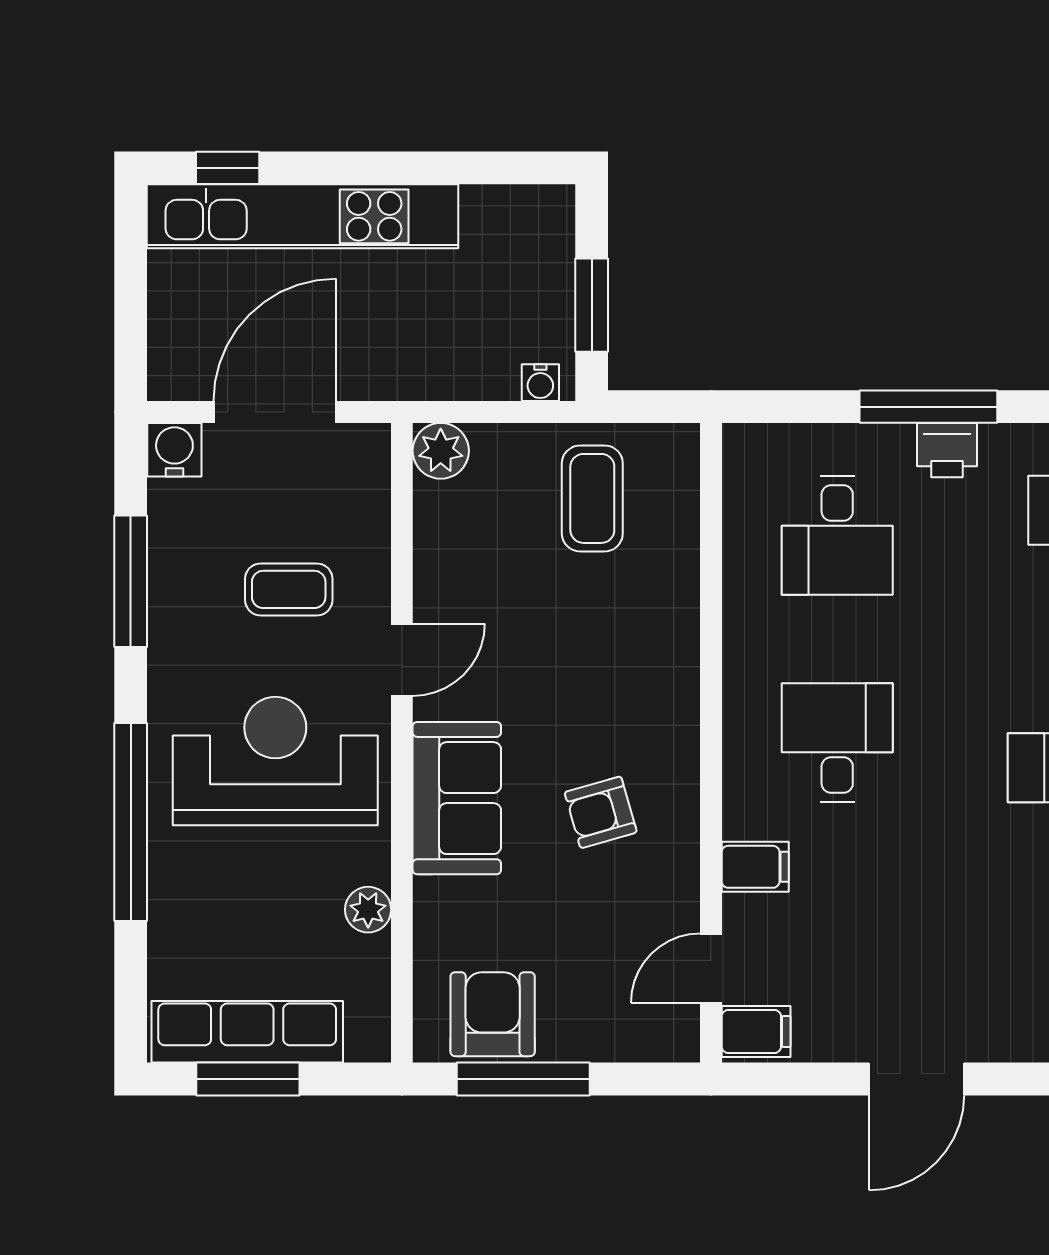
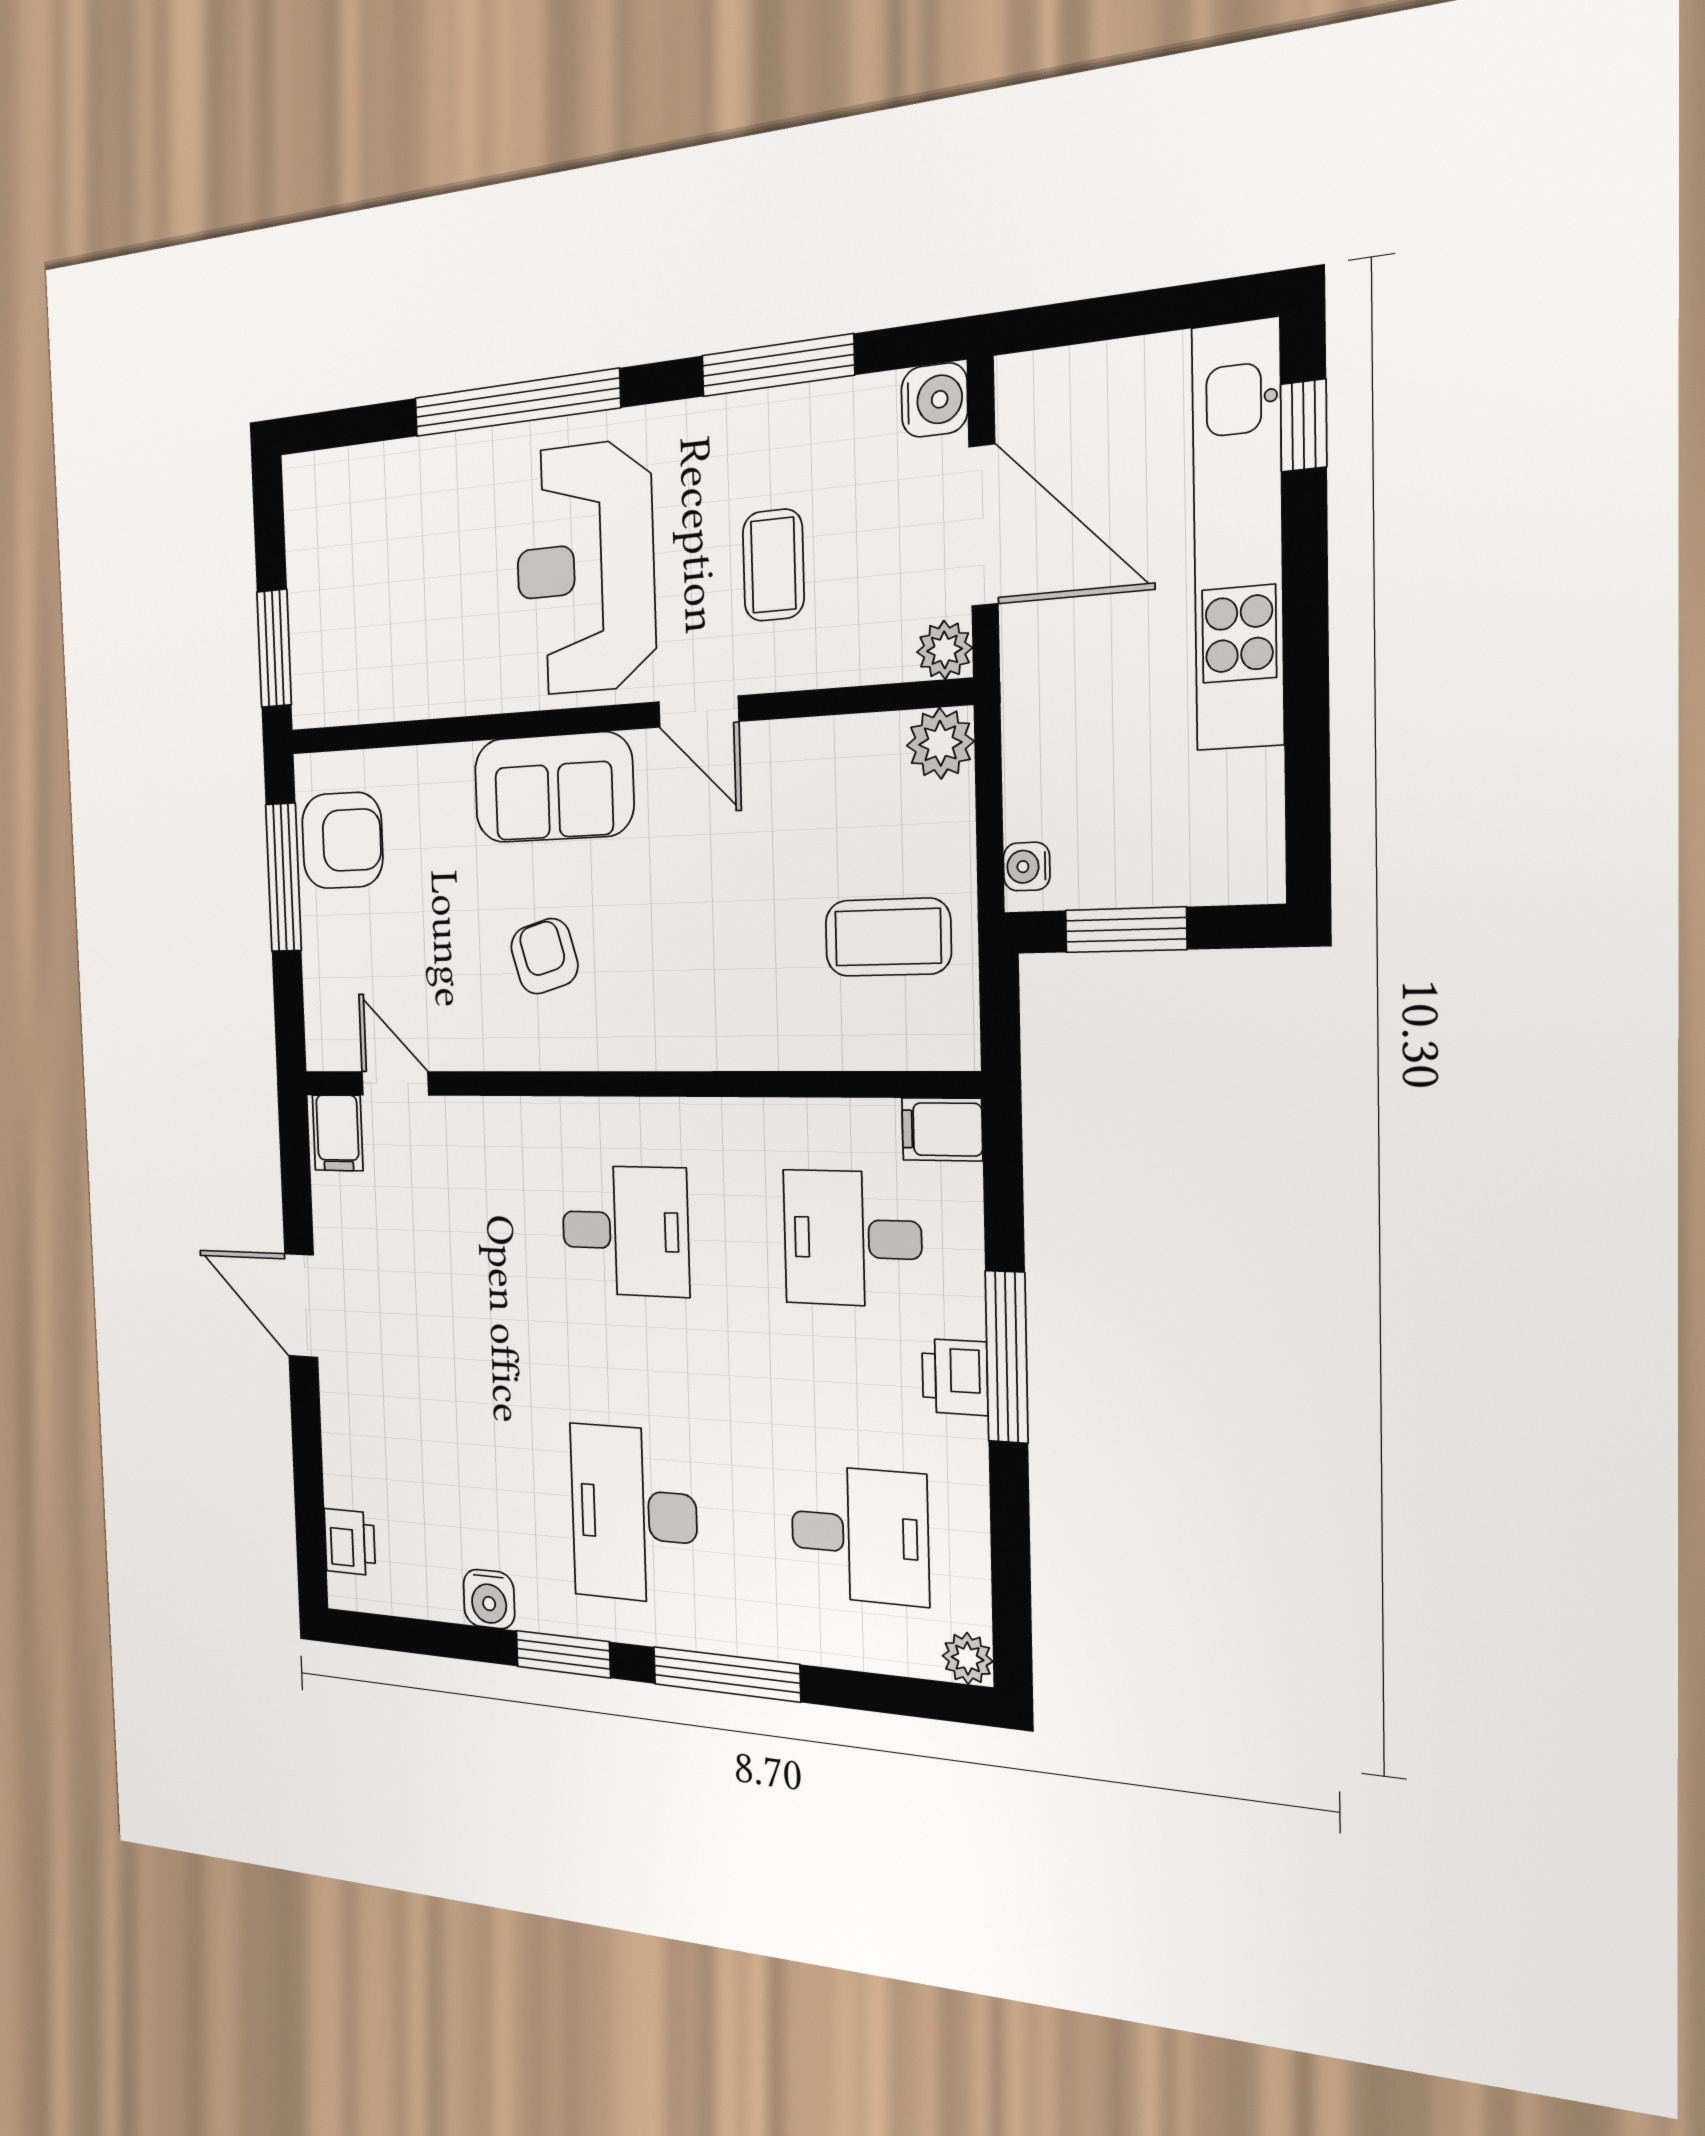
reception desk: (275, 761) -> (585, 568), turned 180
filing cabinet: (755, 867) -> (942, 1129), moved, turned 90
plant: (368, 910) -> (945, 650), moved
row of seats: (247, 1032) -> (315, 565), removed
window: (248, 1079) -> (274, 648), moved

